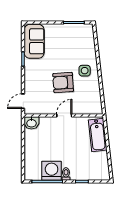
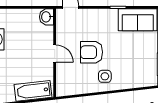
armchair: (63, 83) -> (92, 52), turned -86

